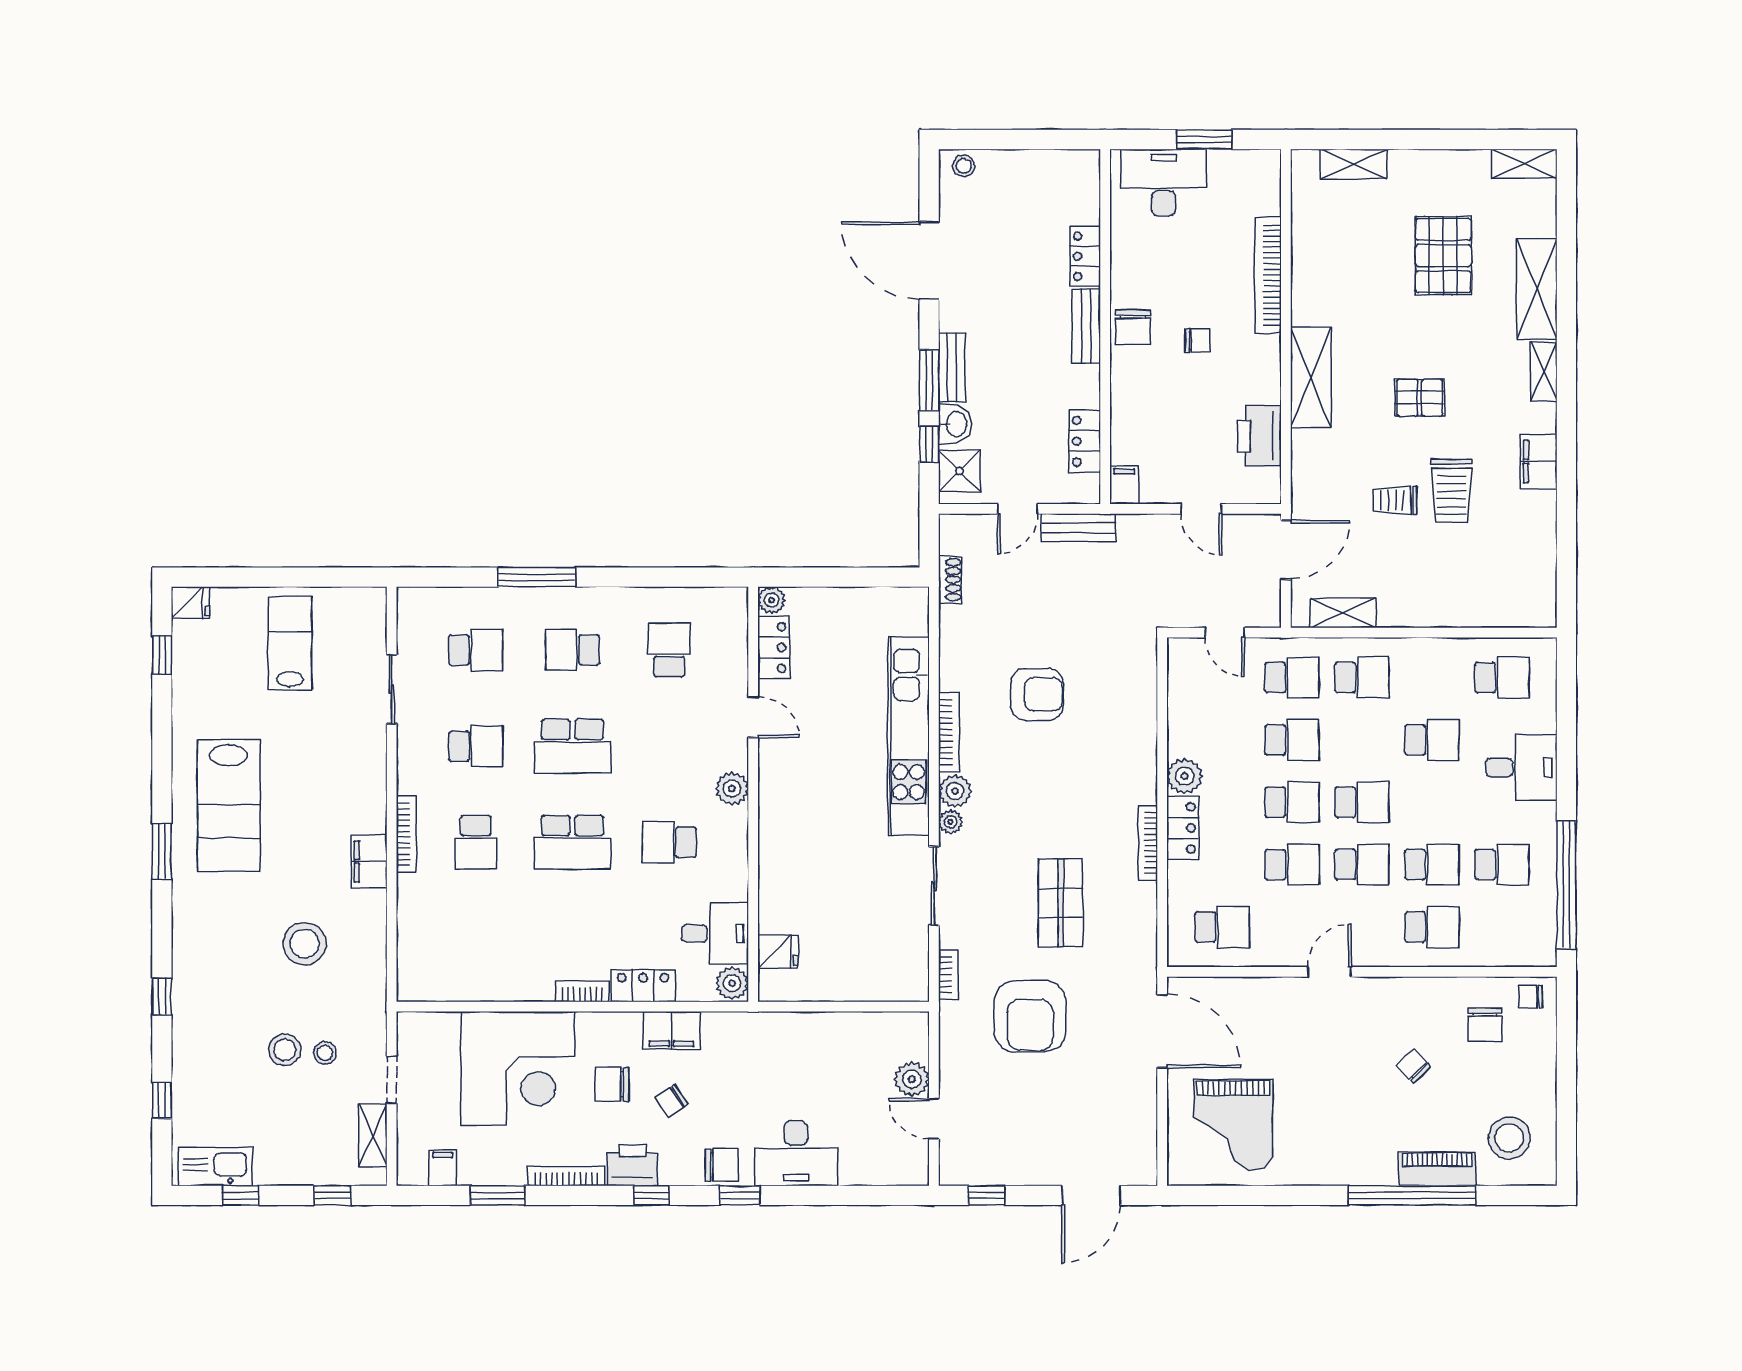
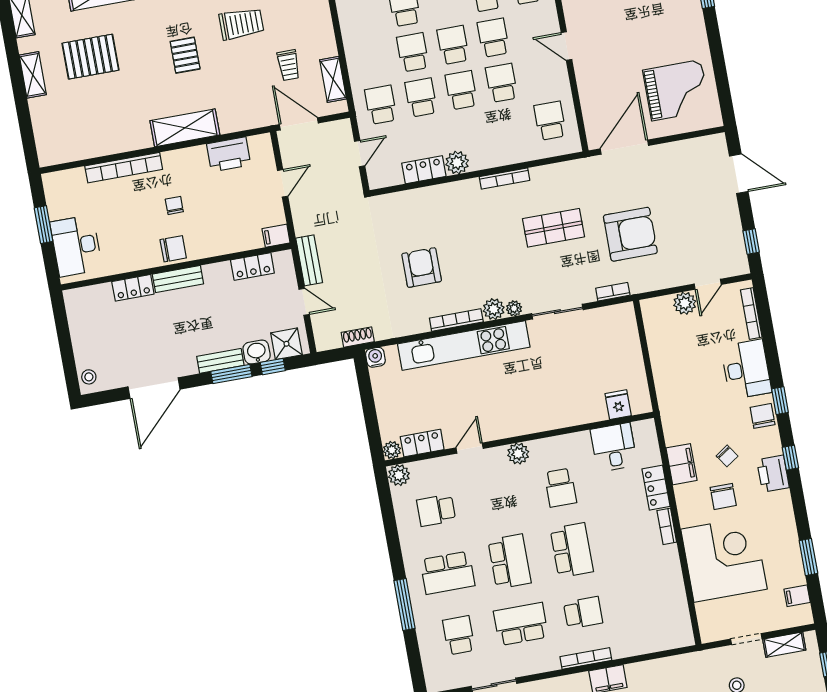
shelving: (1354, 164) -> (33, 75), moved
trolley: (1395, 500) -> (288, 65), moved
water cooler: (915, 601) -> (375, 357), added
school desk: (572, 650) -> (447, 573), width x1.85
school desk: (1362, 677) -> (413, 52), moved
school desk: (476, 746) -> (521, 624), width x1.85
locker: (1183, 828) -> (424, 170), moved
plant: (732, 983) -> (399, 475), moved
bookcase: (566, 1176) -> (751, 313), moved

